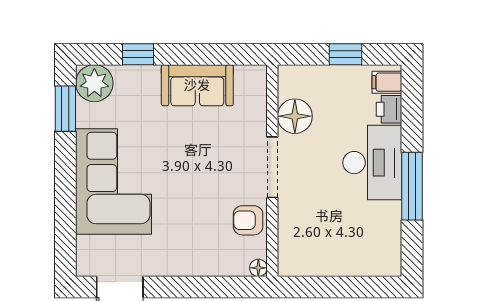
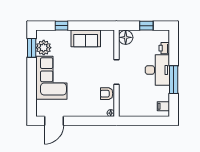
filing cabinet: (387, 82) -> (163, 106), moved
plant: (94, 83) -> (44, 48), moved
floor lamp: (295, 116) -> (126, 37), moved

